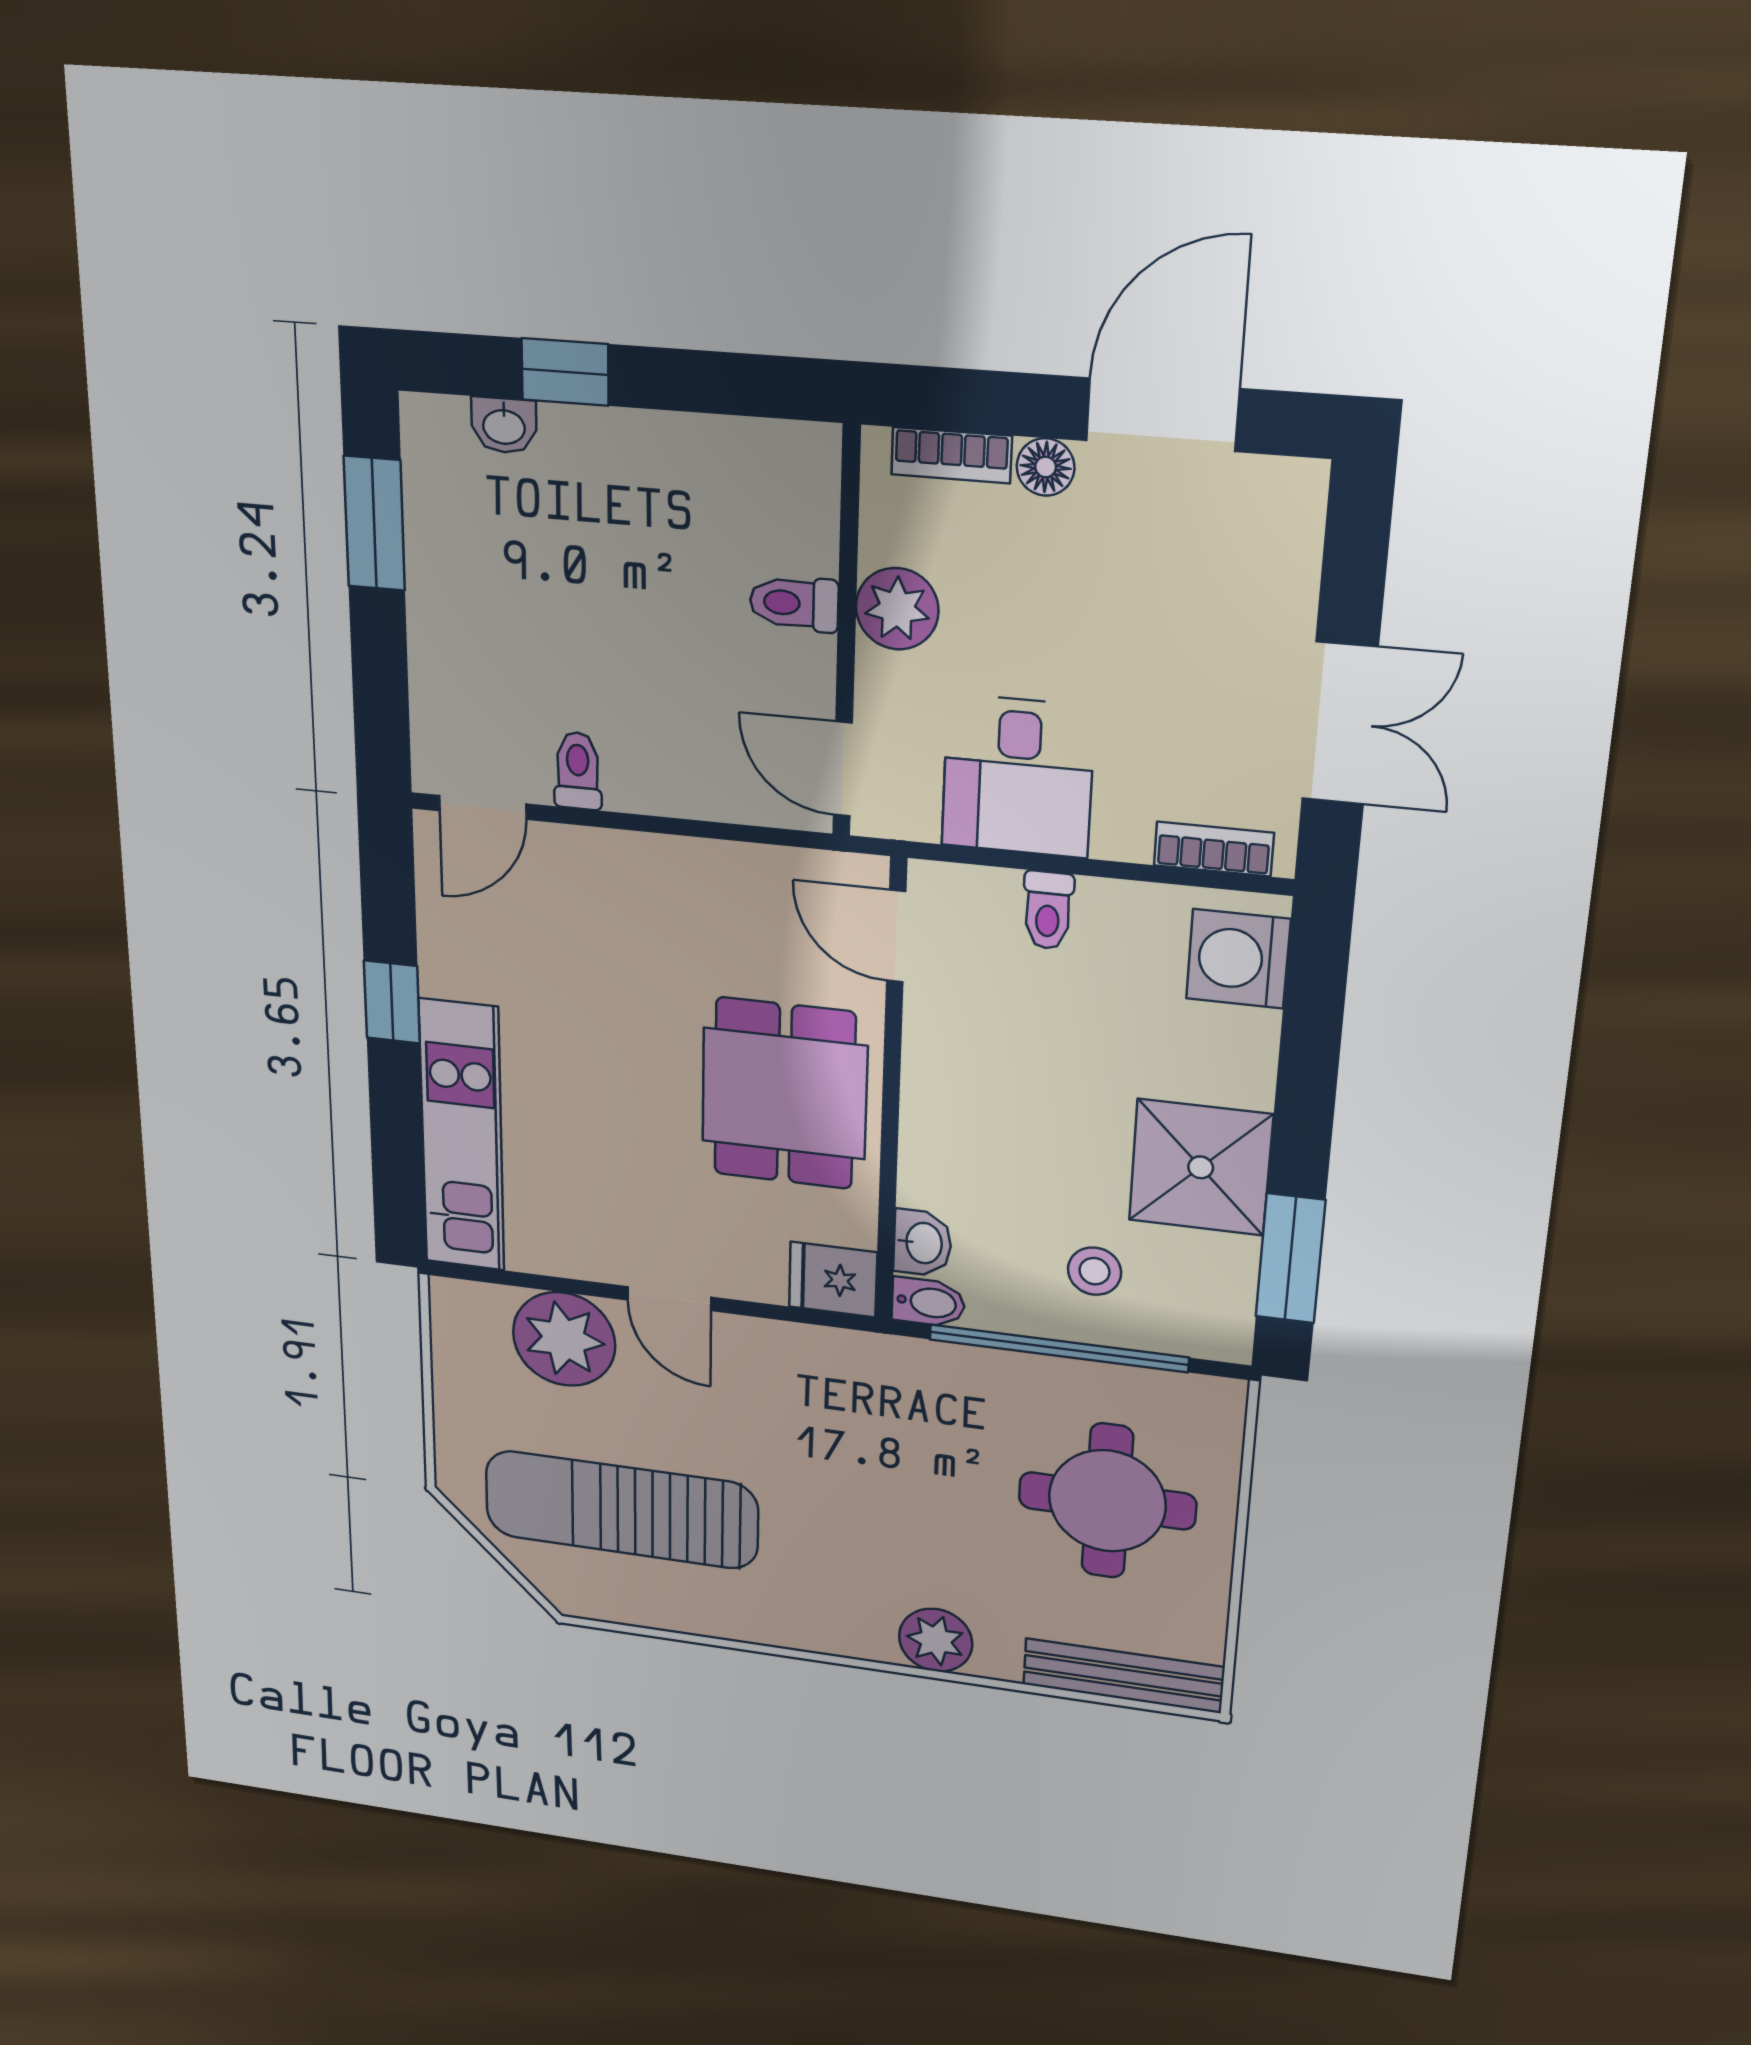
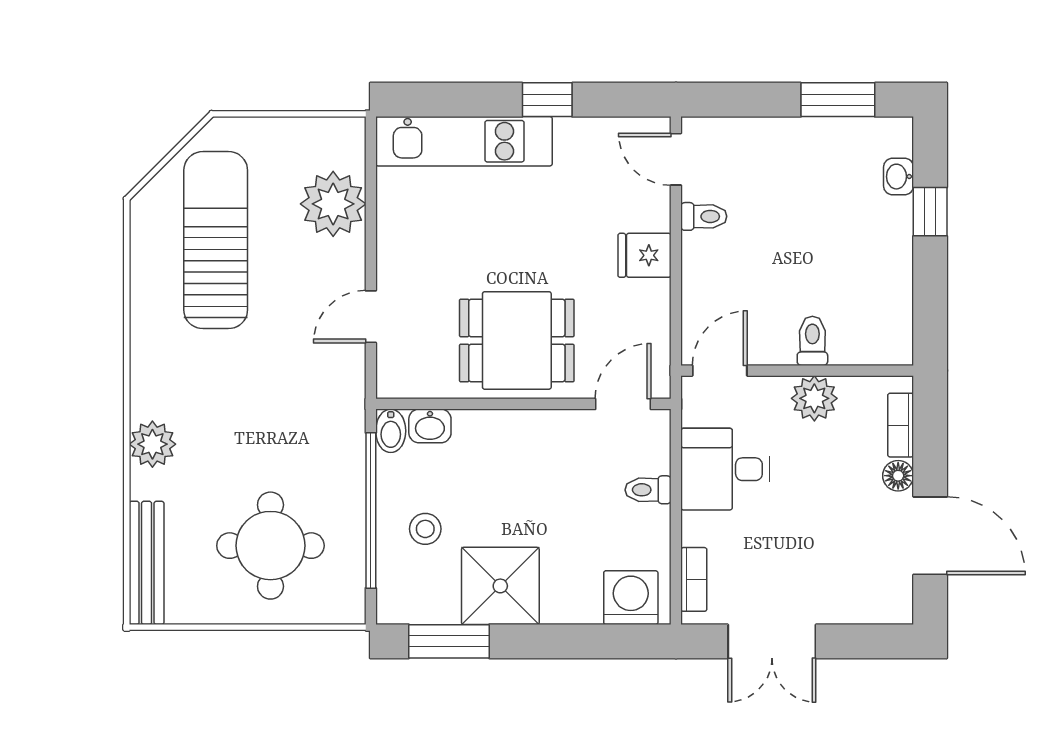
fridge: (833, 1280) -> (645, 255), moved, turned -90
door: (669, 1299) -> (371, 317), moved

